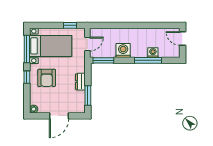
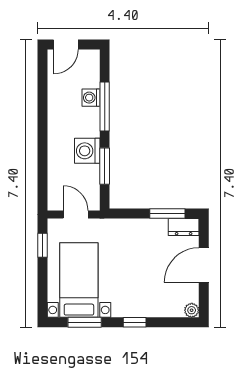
window: (27, 49) -> (85, 322), width x0.69
window: (103, 60) -> (105, 166), moved
armchair: (47, 78) -> (136, 287), removed
dresser: (80, 82) -> (184, 227), moved
door: (59, 116) -> (204, 265), swing flipped

